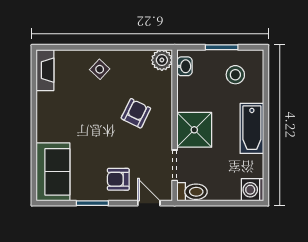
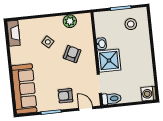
plant: (162, 60) -> (70, 21), moved
washbasin: (185, 66) -> (101, 44), moved
side table: (100, 69) -> (48, 42), moved
bathtub: (252, 128) -> (144, 56), removed
sofa: (53, 172) -> (24, 89), width x1.36

